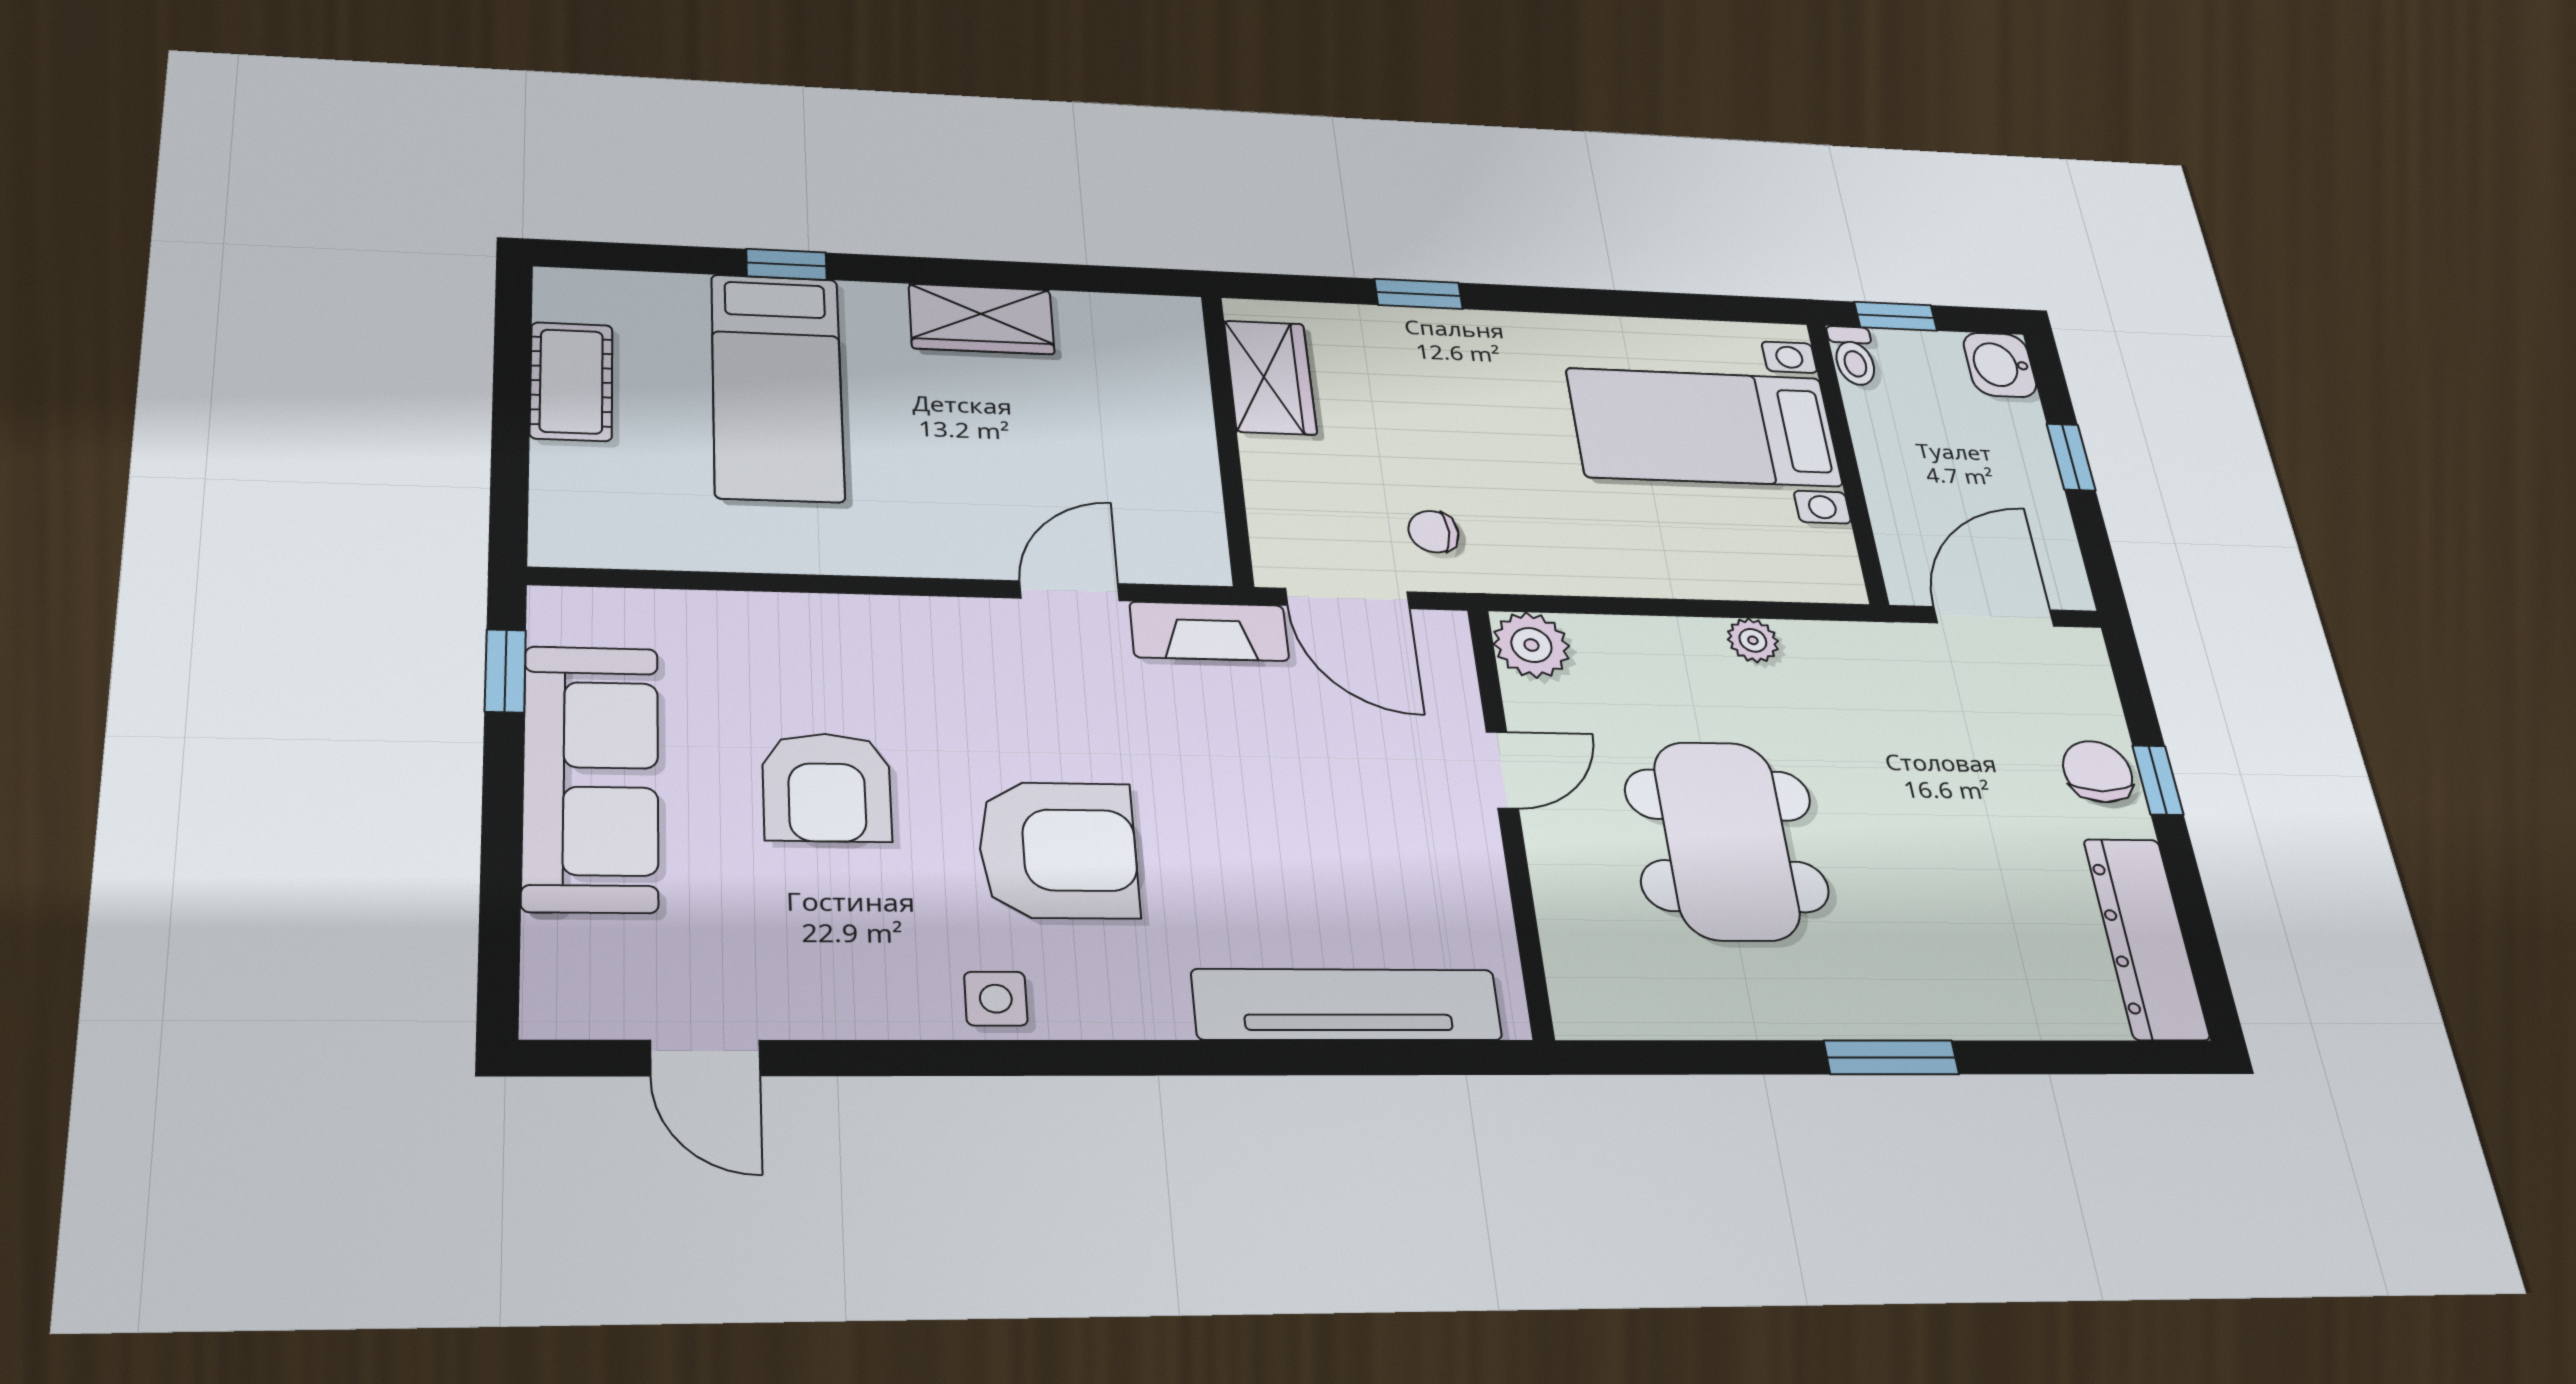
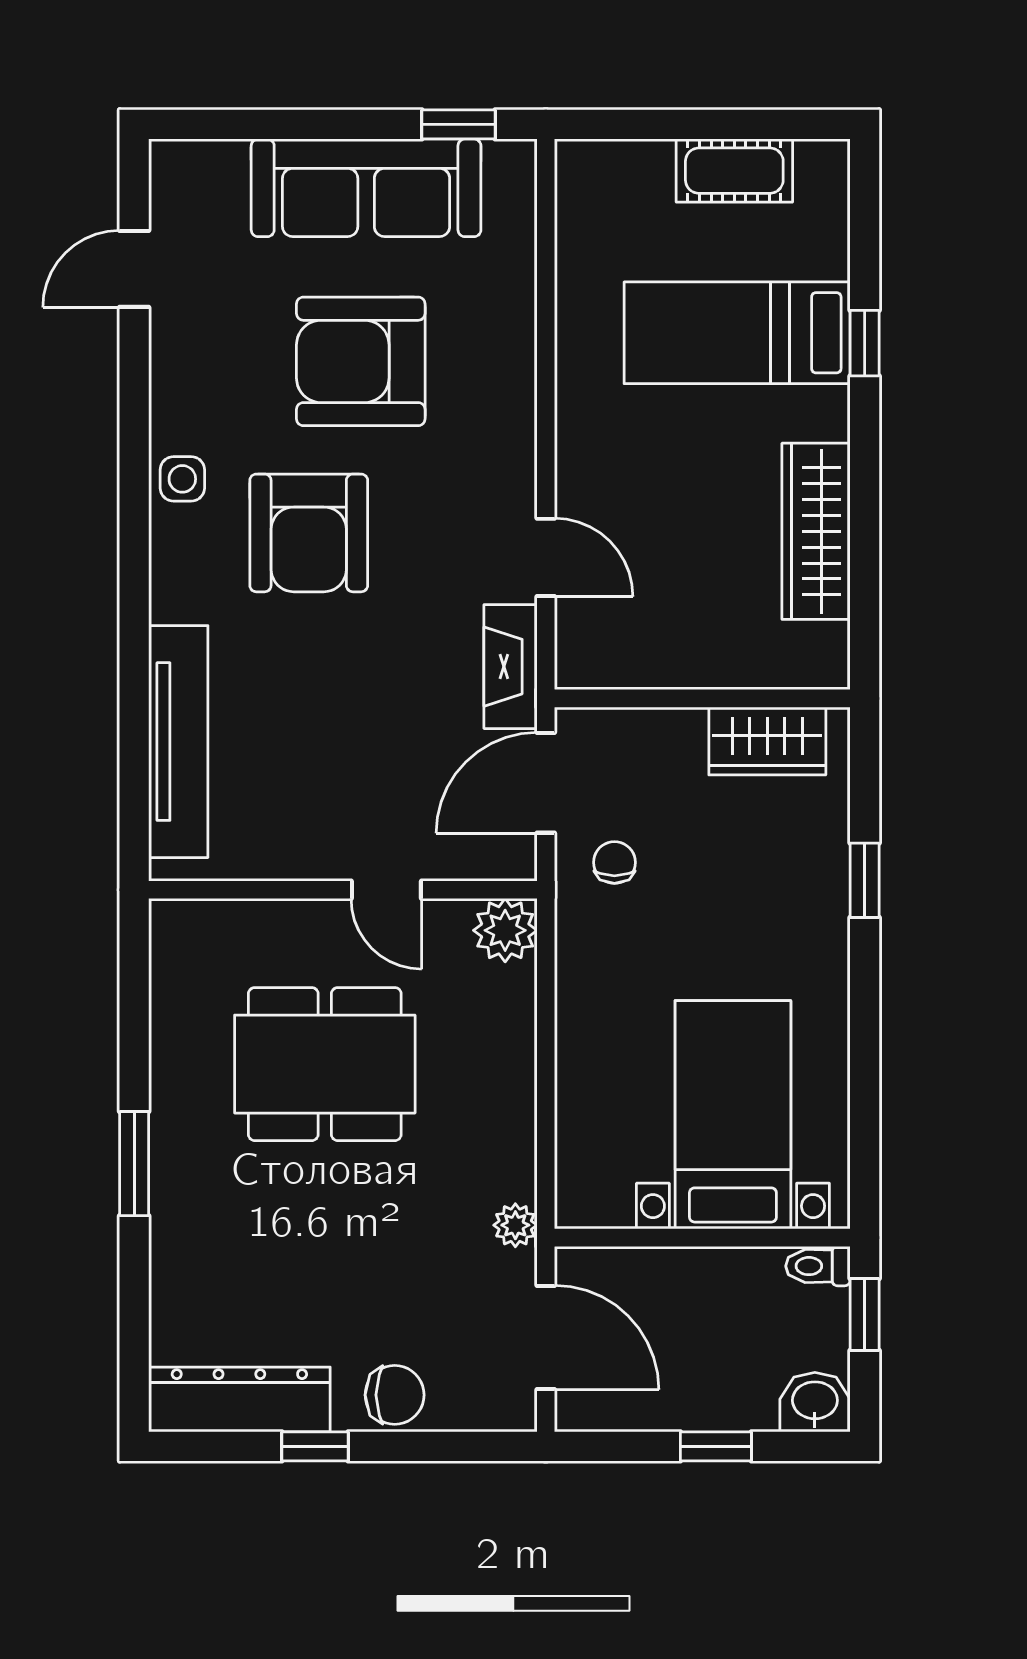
wardrobe: (981, 319) -> (816, 531), width x1.50
plant: (1753, 640) -> (515, 1225), moved
window: (2158, 780) -> (315, 1446), moved
armchair: (827, 787) -> (361, 361), width x1.36, depth x1.36

